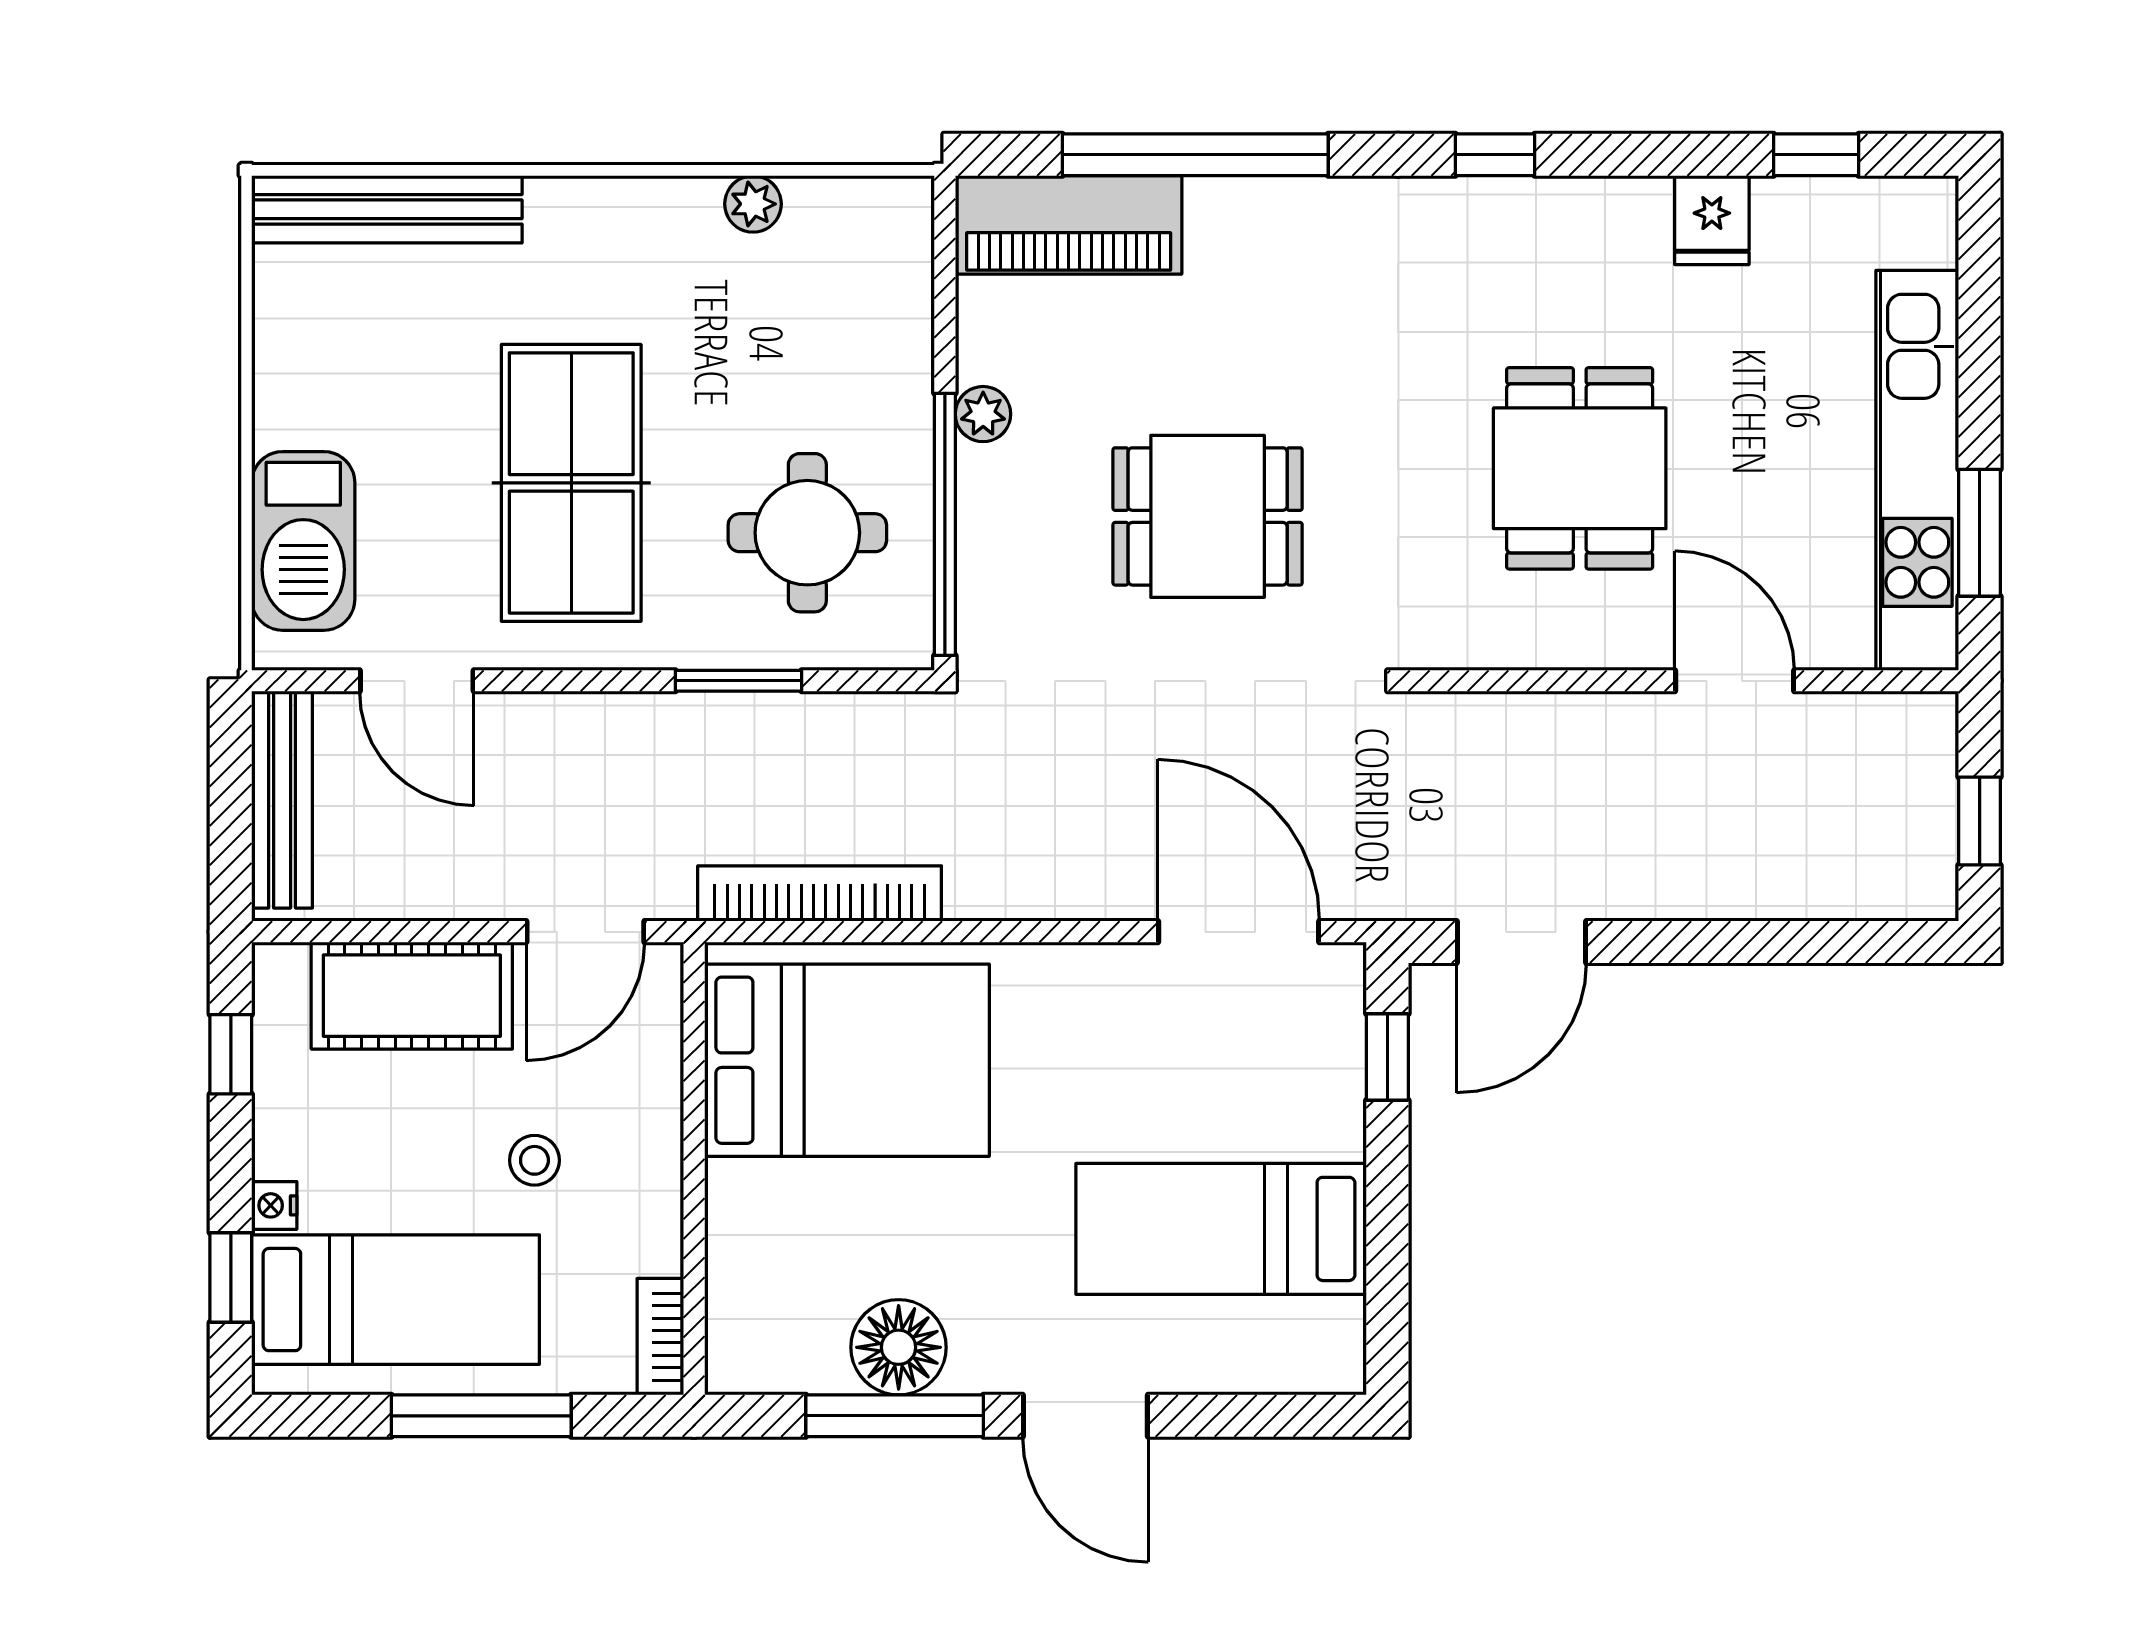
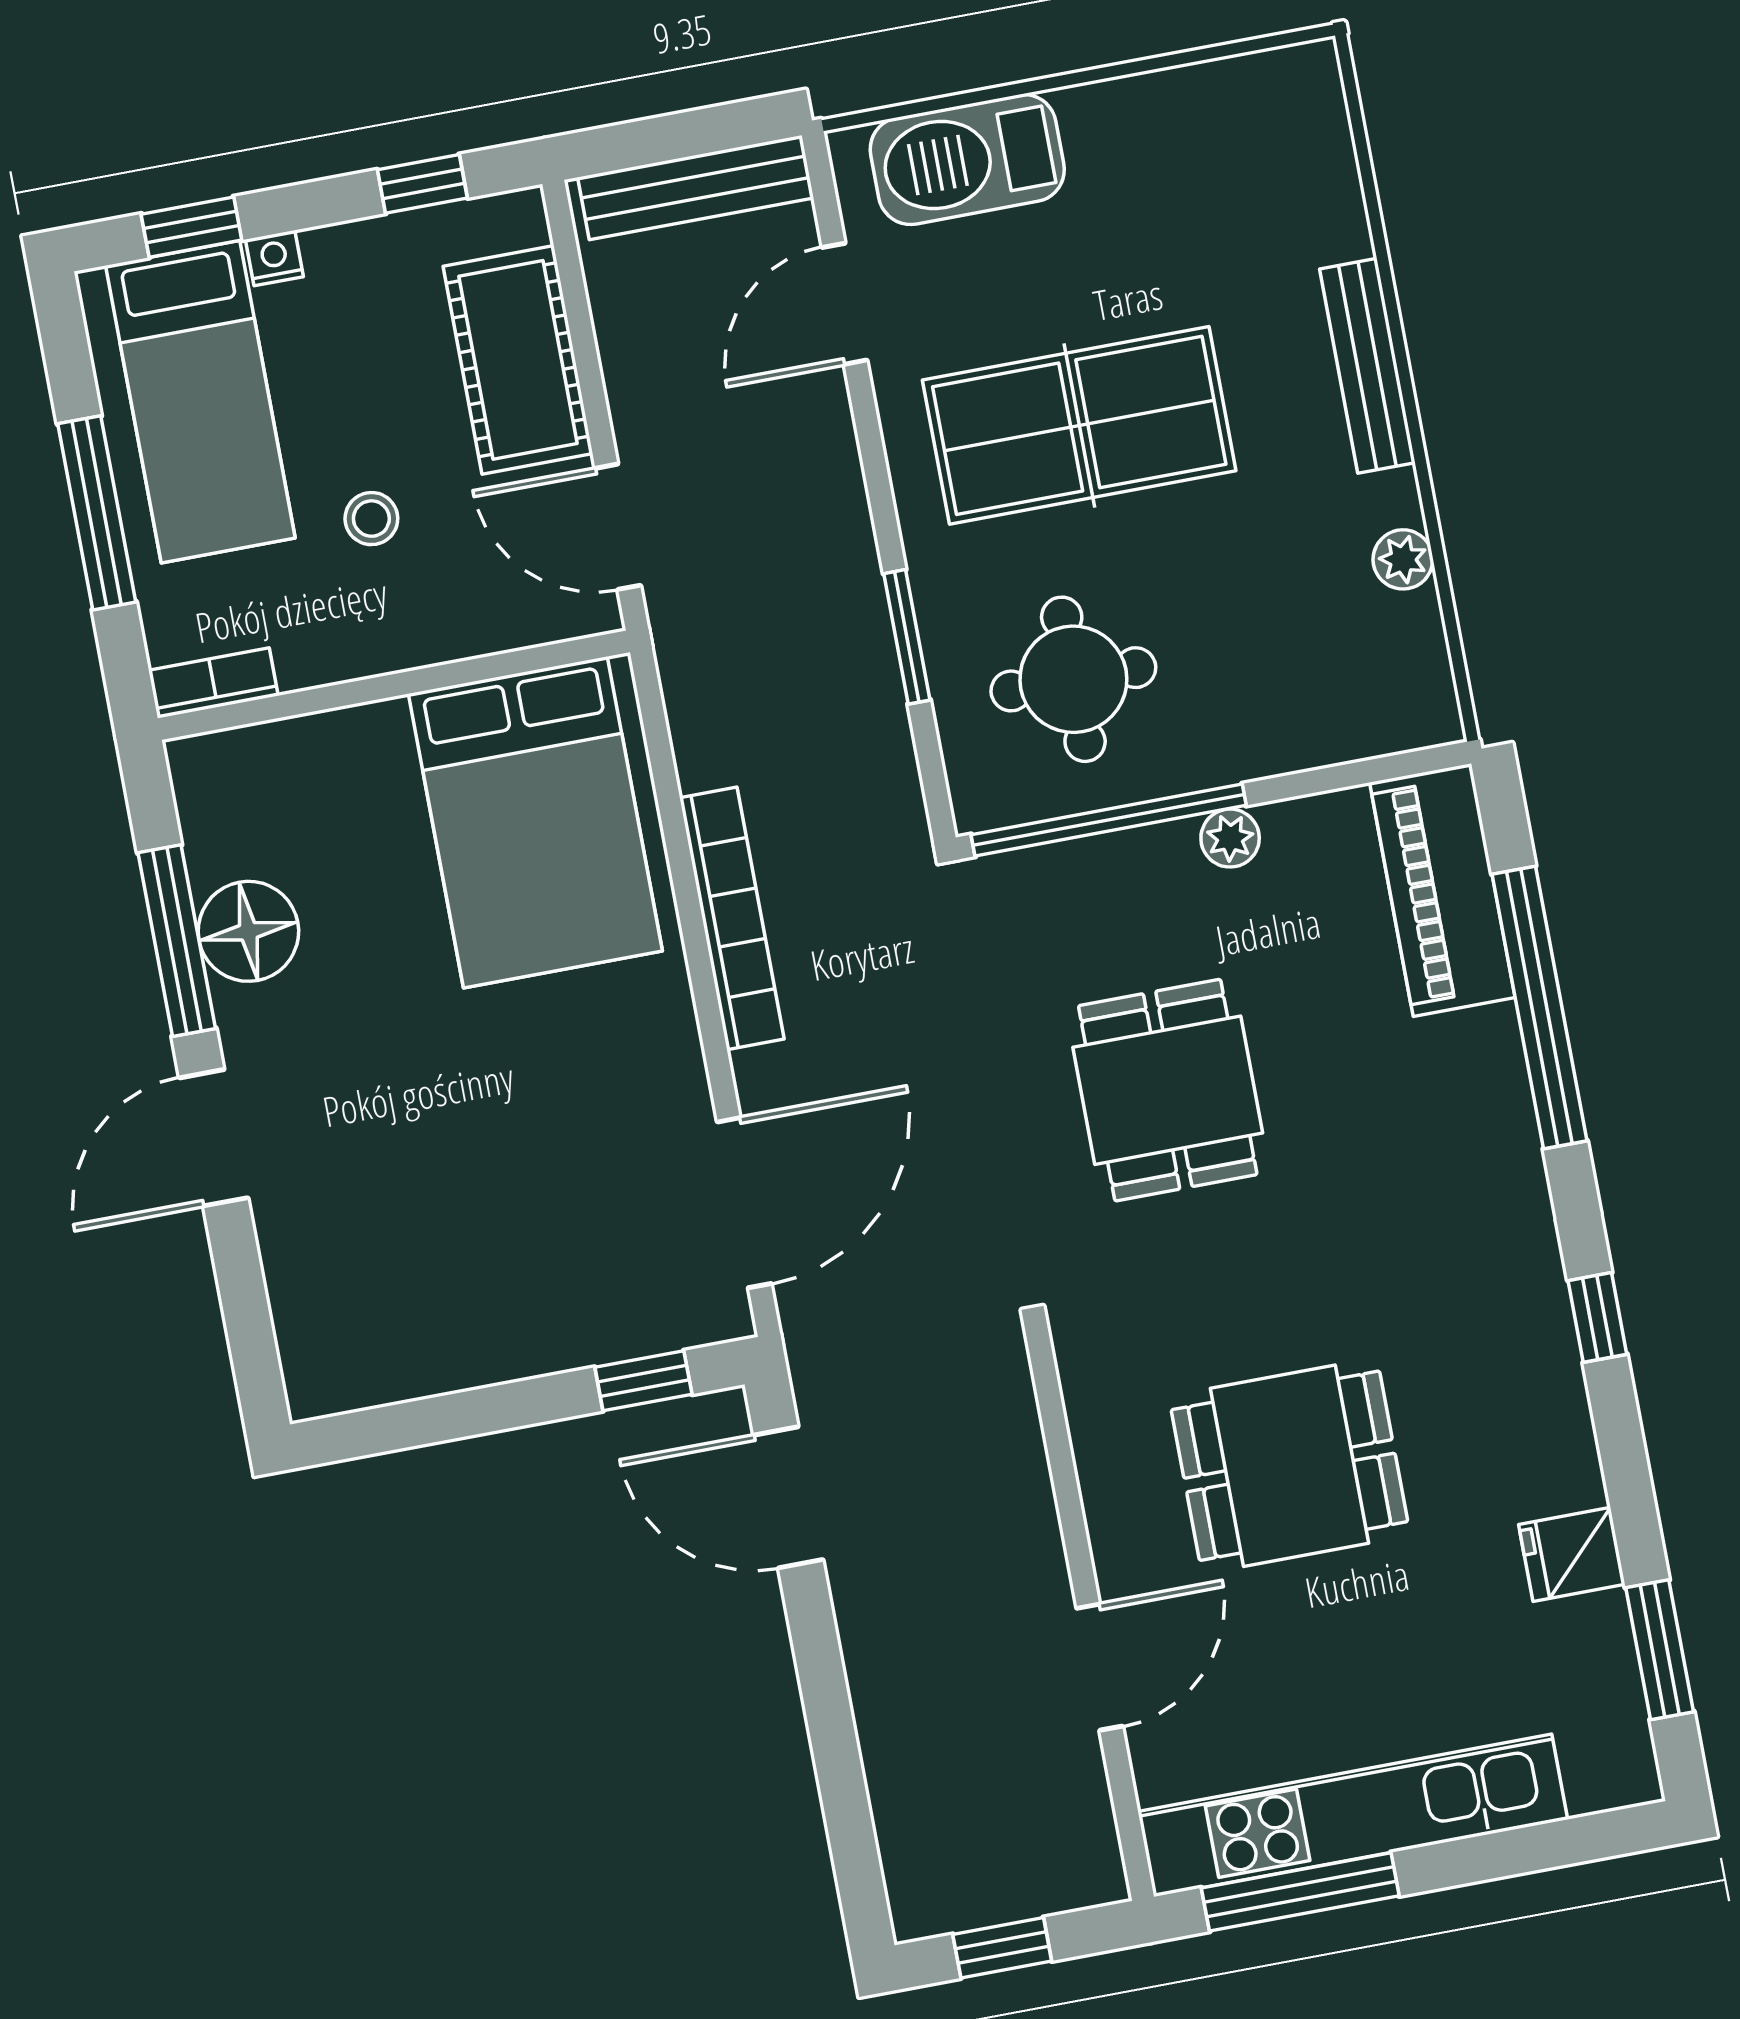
window: (1816, 155) -> (1660, 1650), width x1.50
bench: (387, 209) -> (1367, 366), moved, width x0.73, depth x0.82
window: (1980, 533) -> (1300, 1892), width x1.44
bookcase: (820, 893) -> (732, 918), moved
bed: (1221, 1229) -> (433, 1242), removed

